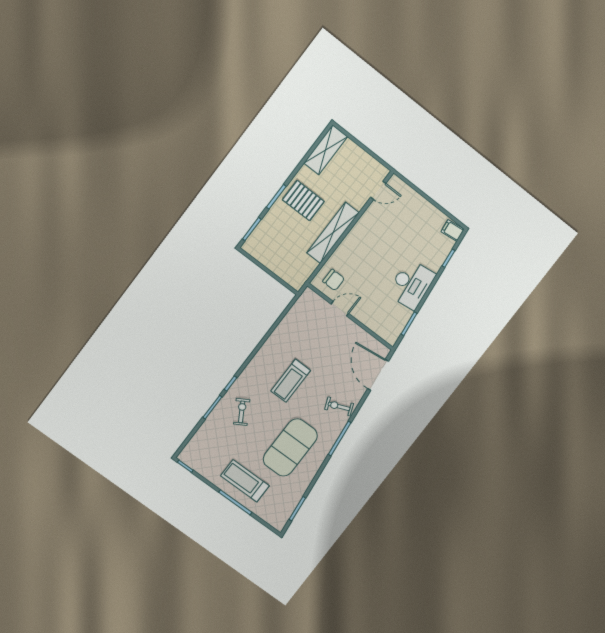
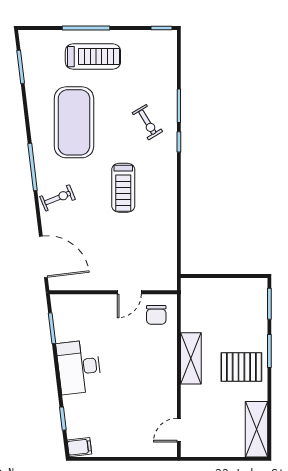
shelving: (333, 233) -> (191, 358), width x0.68
chair: (334, 280) -> (156, 315), turned -90
treadmill: (291, 381) -> (123, 188), turned 180

